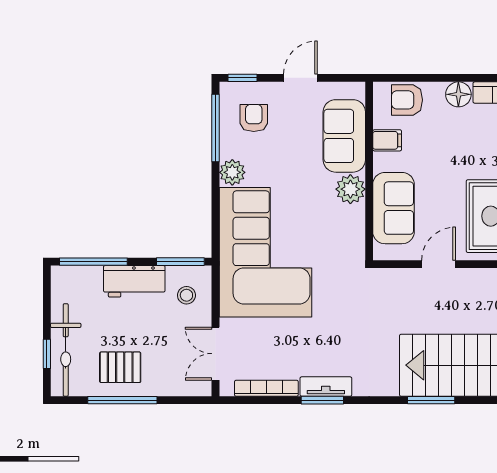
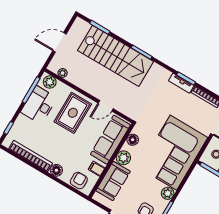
armchair: (407, 100) -> (79, 181), turned -90
sofa: (394, 208) -> (110, 140), width x1.36
floor lamp: (353, 232) -> (133, 140), added

